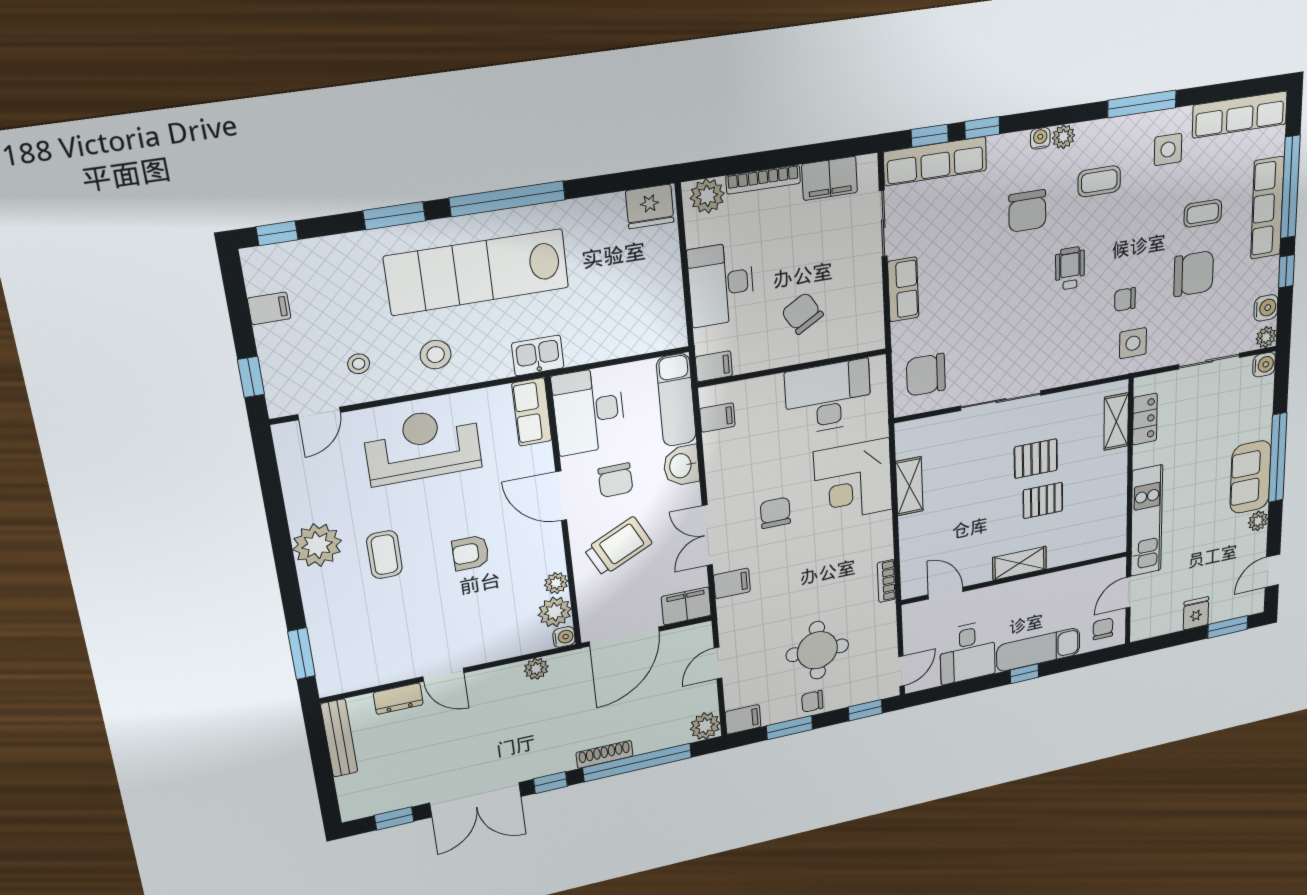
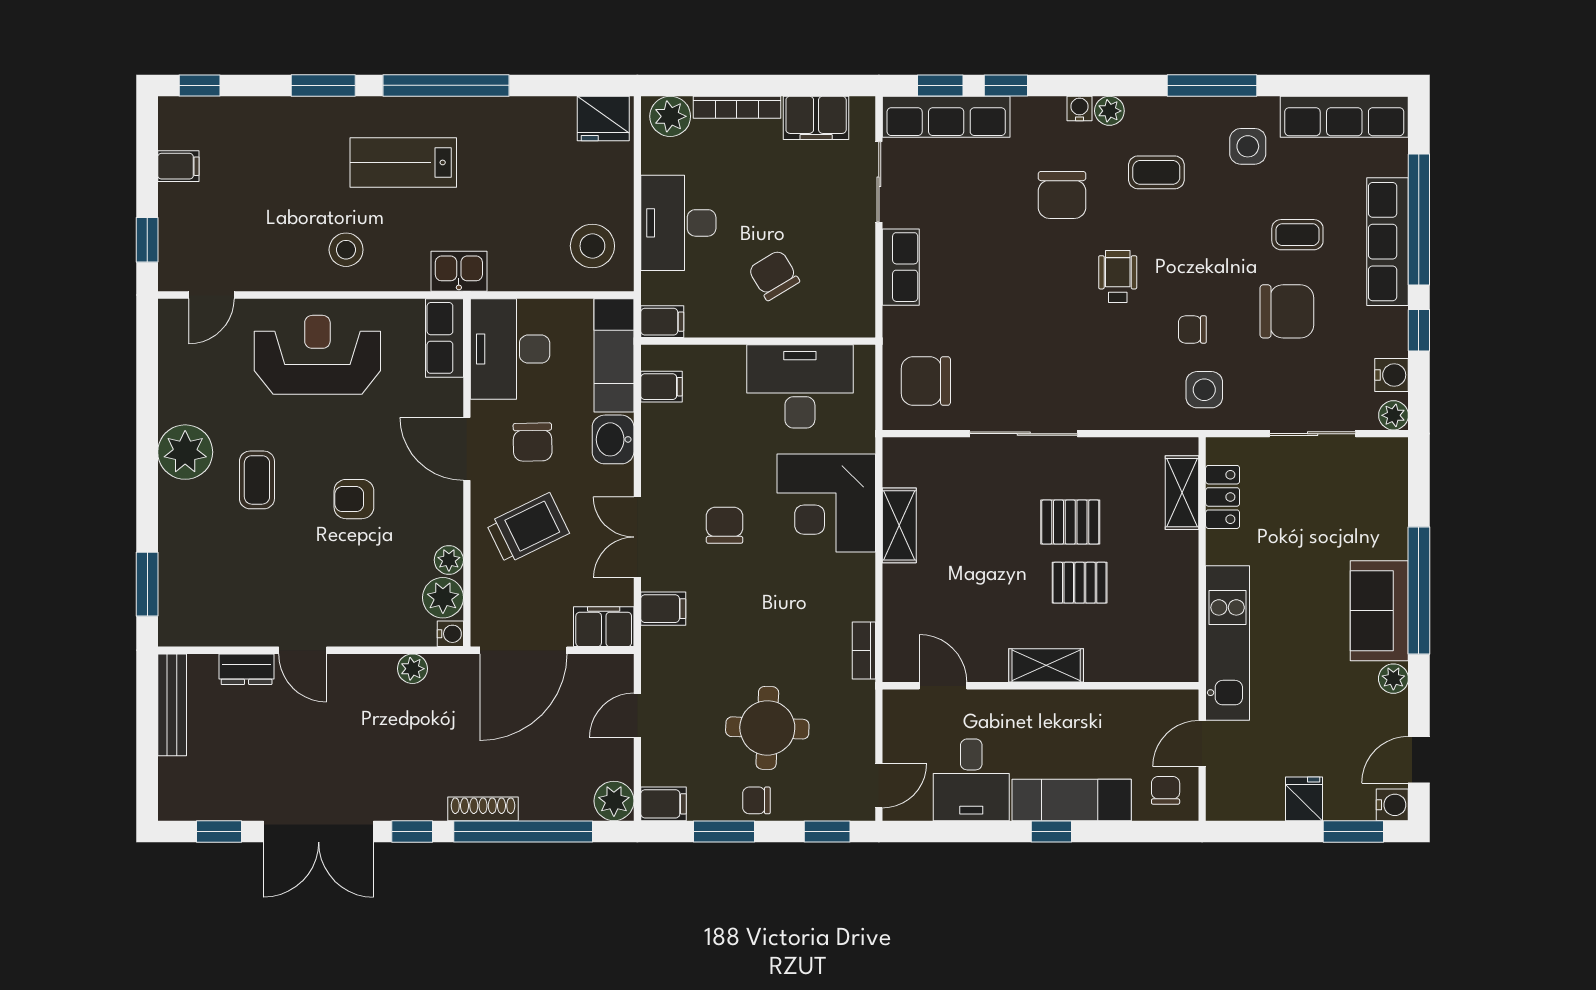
lab bench: (477, 272) -> (403, 162), width x0.54, depth x0.72
stool: (359, 364) -> (592, 246), moved, width x1.89, depth x1.89
water cooler: (1264, 365) -> (1392, 805), moved

